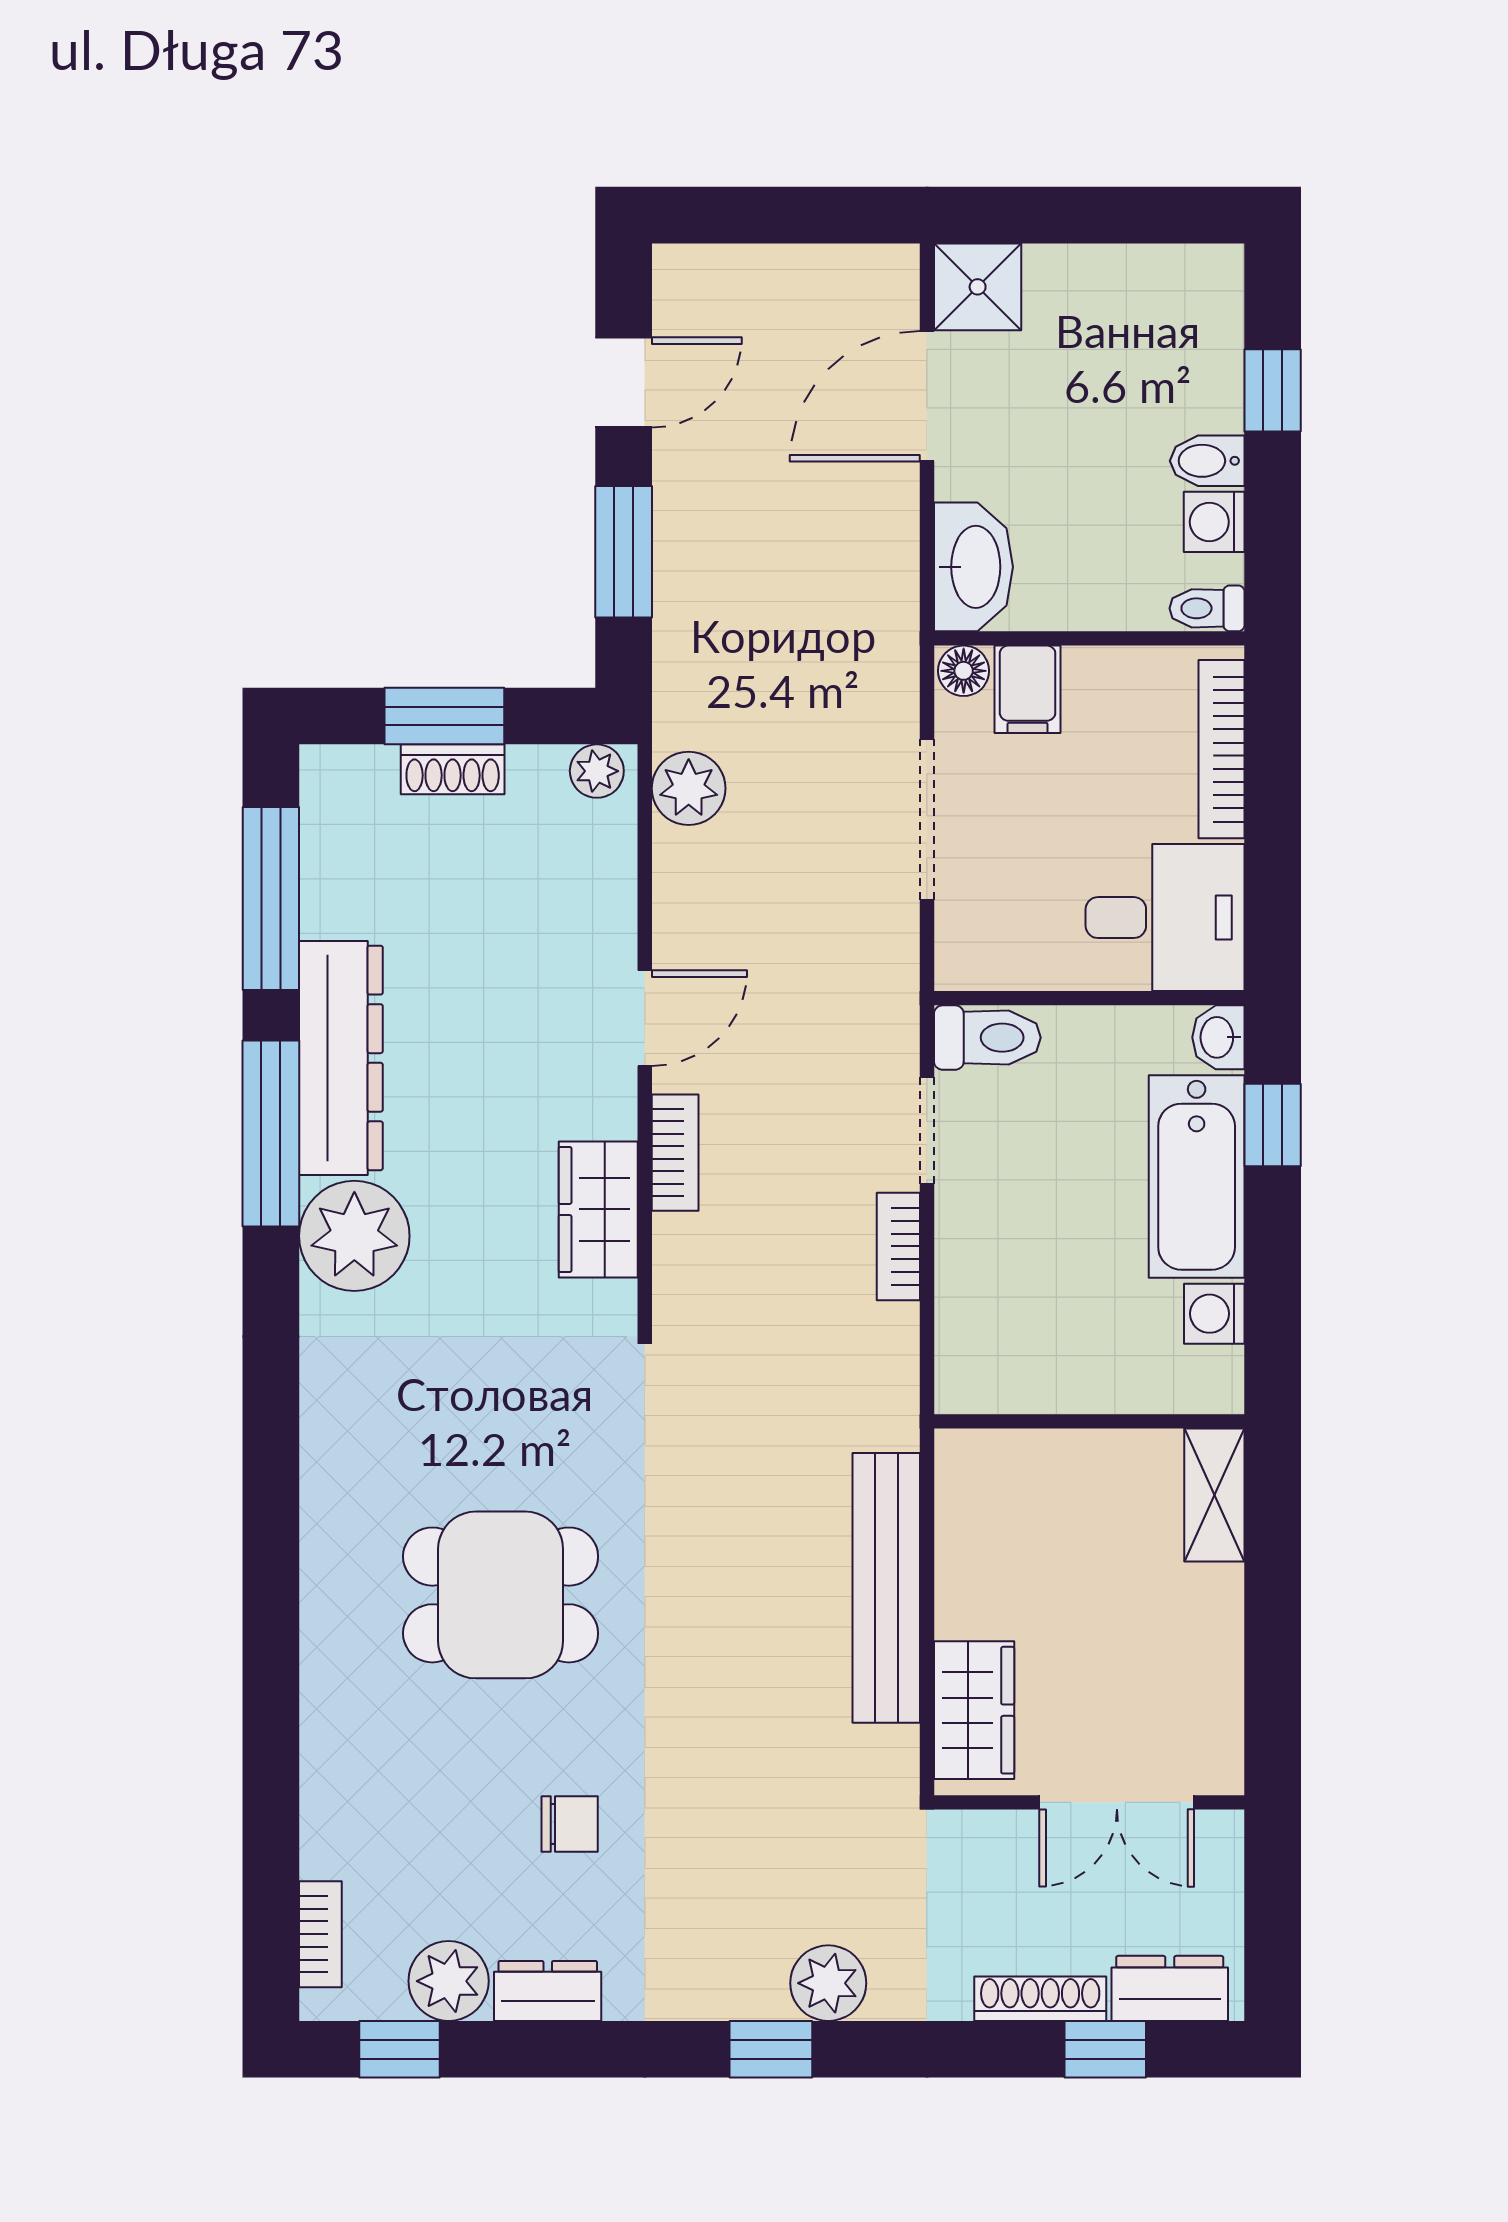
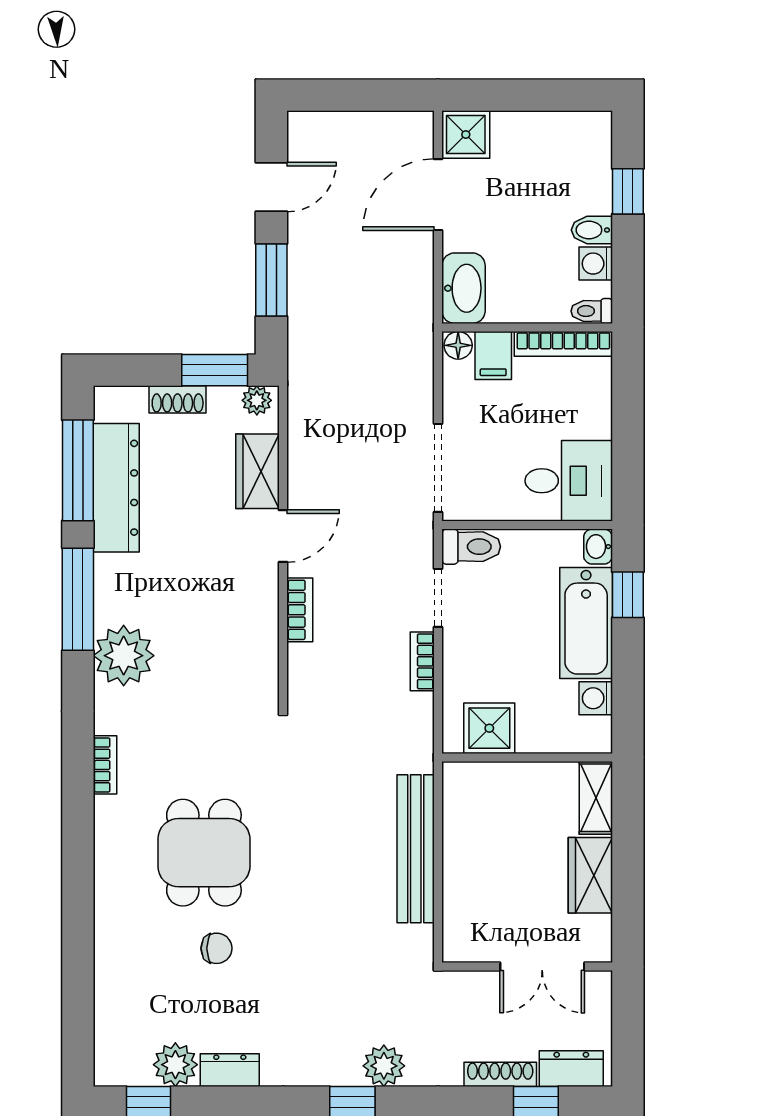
window: (444, 716) -> (215, 370), moved
bookcase: (1222, 749) -> (563, 344), moved, turned -90
plant: (689, 788) -> (307, 410), removed
doorway: (927, 820) -> (438, 468), moved
dresser: (341, 1058) -> (116, 488), moved
wardrobe: (598, 1209) -> (258, 471), moved
shower: (1020, 1368) -> (489, 728), added
dining table: (501, 1595) -> (204, 853), turned 90
wardrobe: (974, 1710) -> (590, 875), moved, turned 180
chair: (570, 1824) -> (217, 948), moved
bookcase: (320, 1934) -> (105, 765), moved

